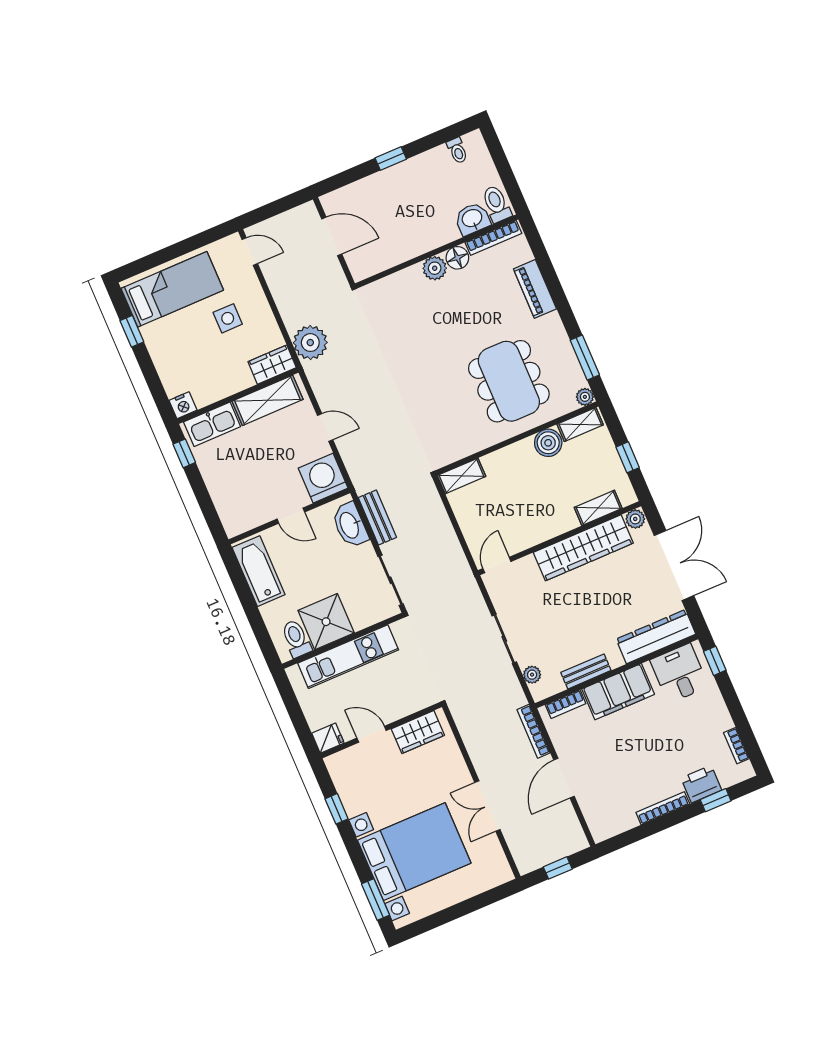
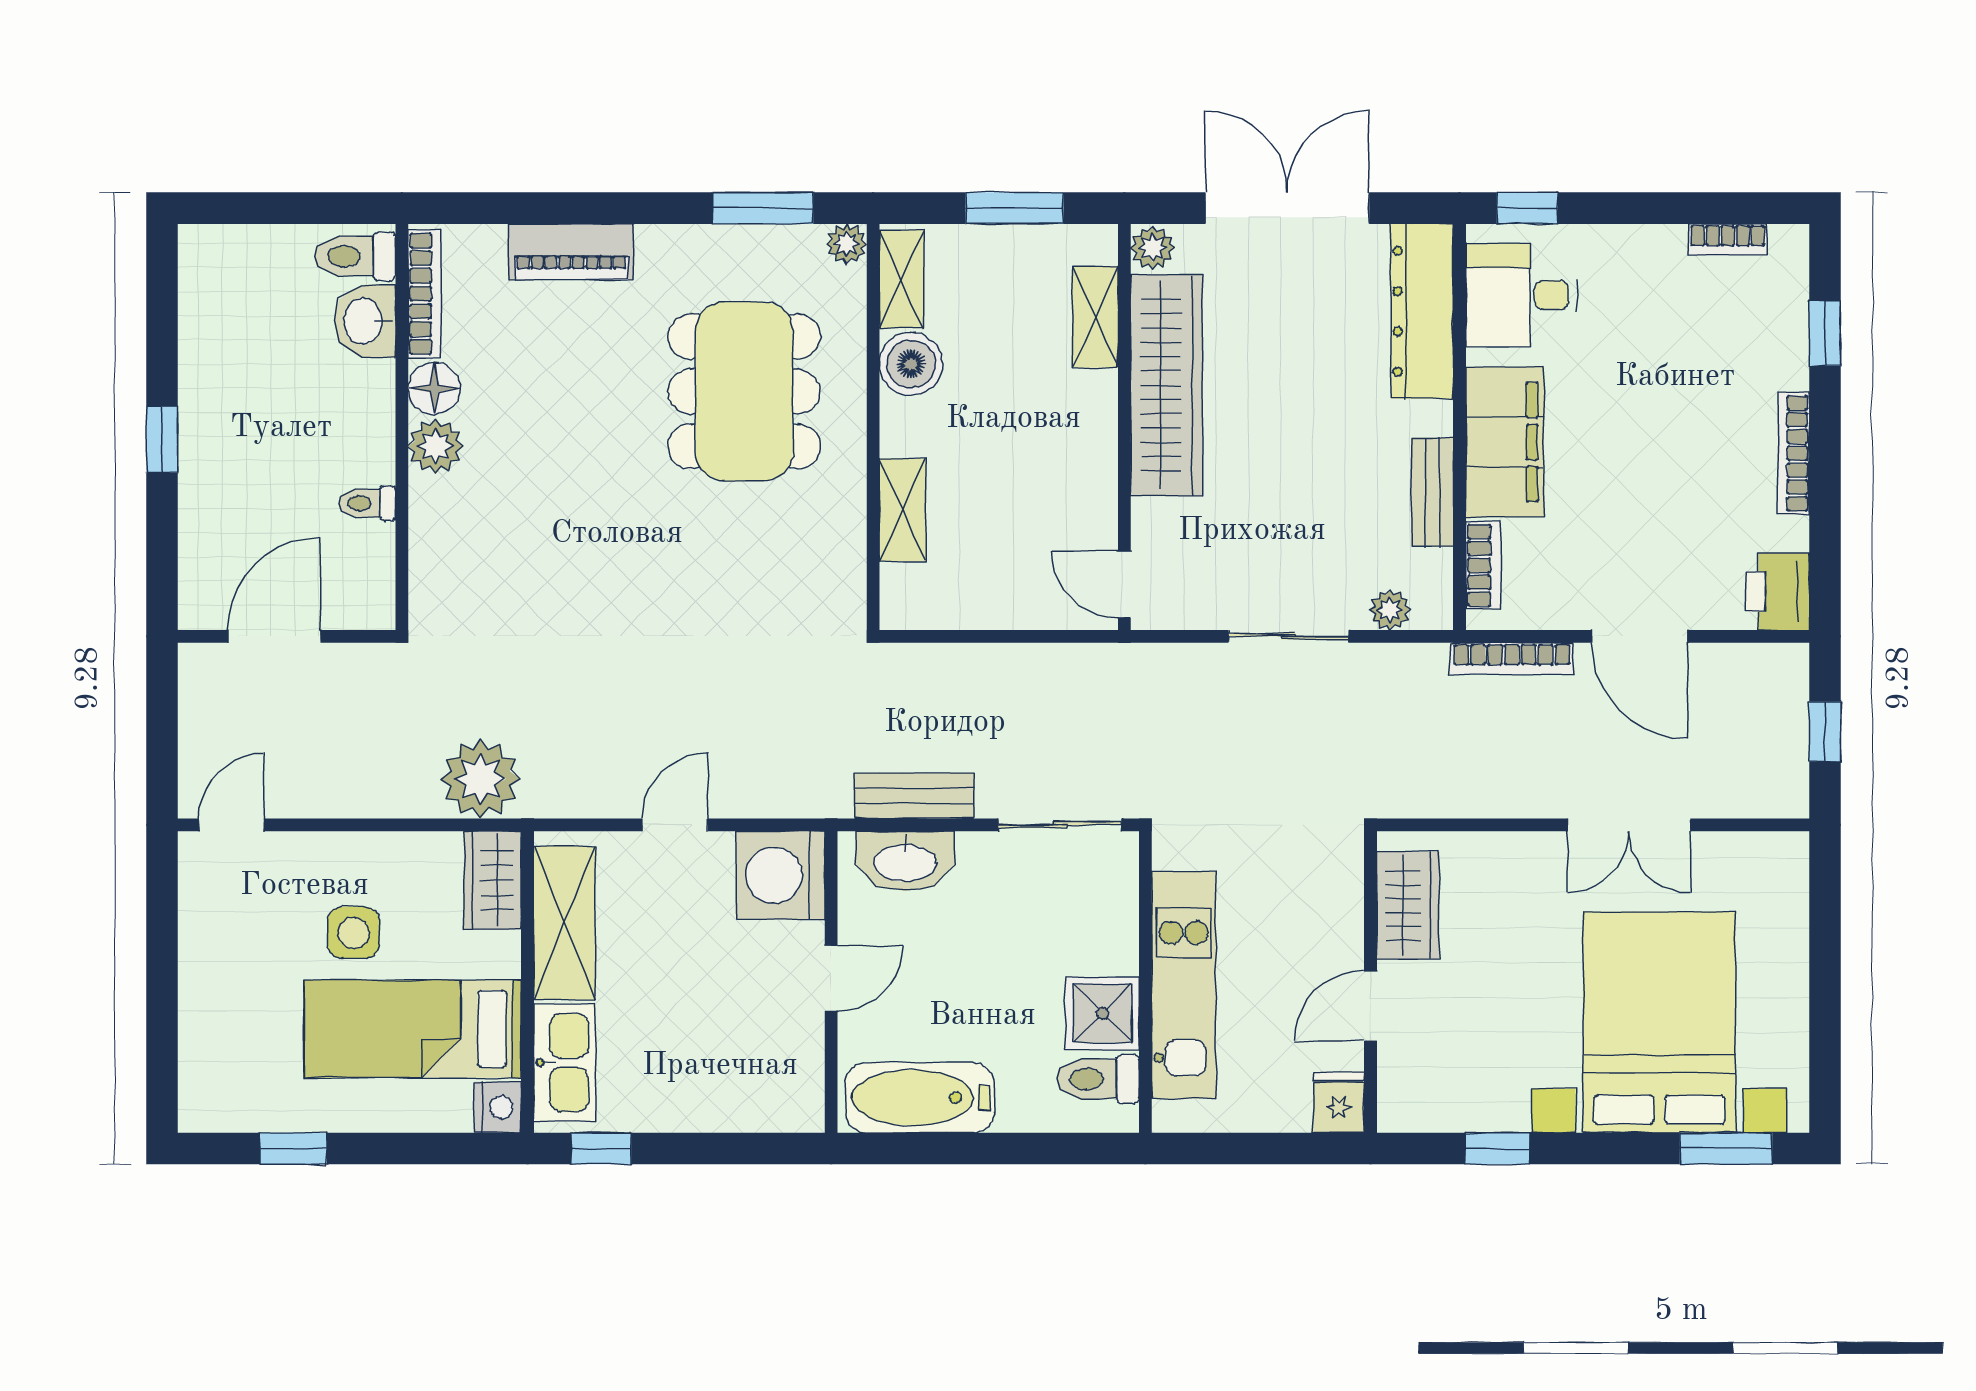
toilet: (457, 151) -> (367, 503), moved, turned 180
bed: (172, 289) -> (413, 1029), moved, turned -90
dining table: (509, 381) -> (744, 391), turned 90
window: (628, 457) -> (1014, 208), width x1.50
shelving: (461, 476) -> (902, 510), moved
shower: (326, 622) -> (1103, 1013), width x0.73, depth x0.73
printer: (701, 784) -> (1778, 592), moved

